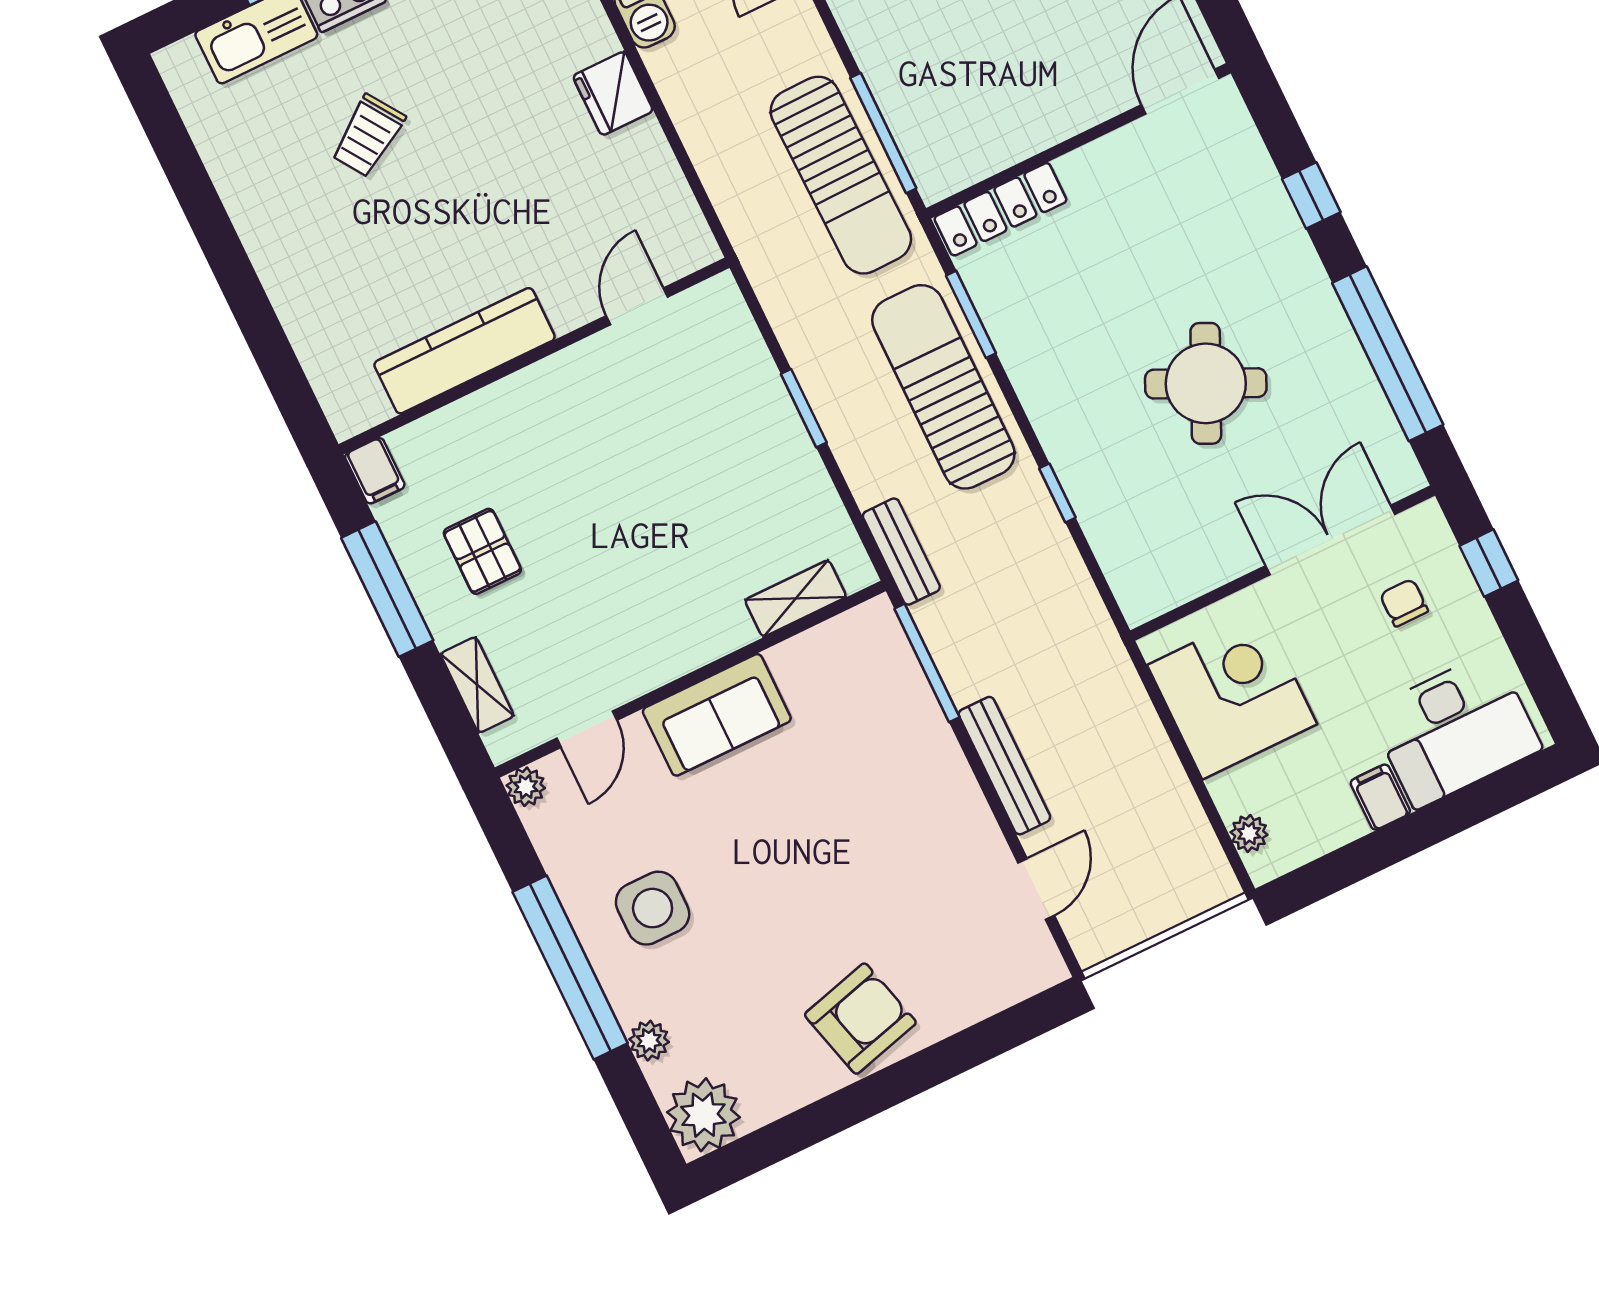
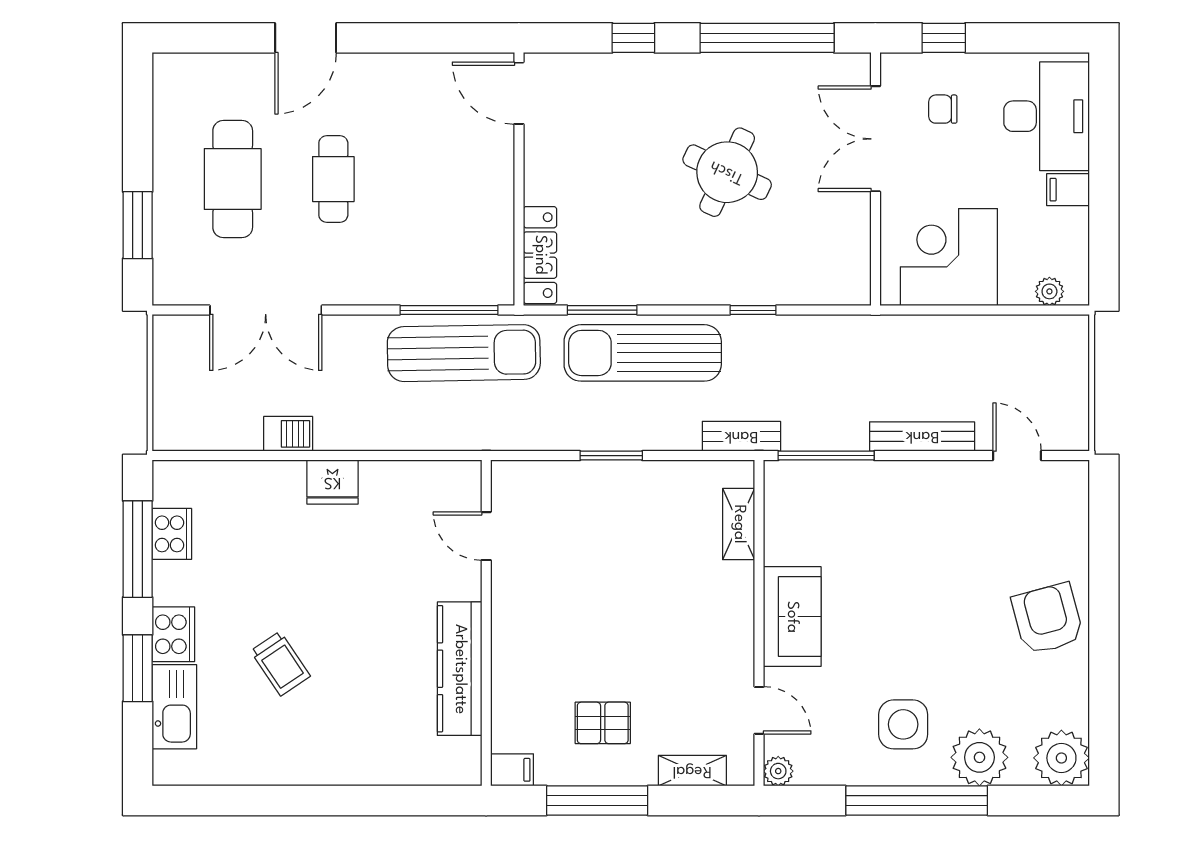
plant: (649, 1041) -> (979, 757), width x1.88, depth x1.88

